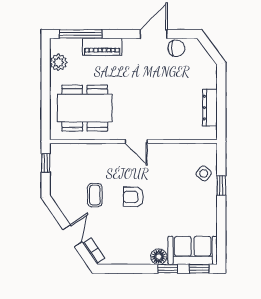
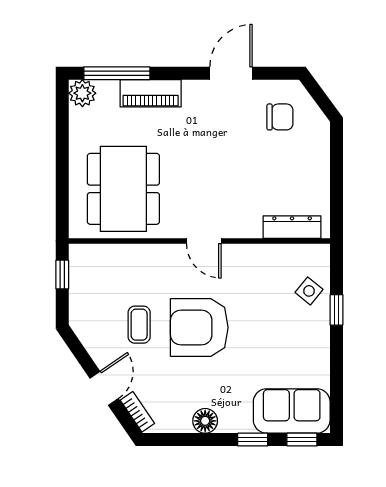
chair: (176, 48) -> (280, 117), moved
plant: (58, 62) -> (82, 93), moved
dining table: (85, 108) -> (123, 189), turned 90
dresser: (210, 108) -> (292, 227), moved, turned 90
armchair: (133, 197) -> (199, 328), width x1.88, depth x1.88
floor lamp: (159, 257) -> (205, 421), moved

